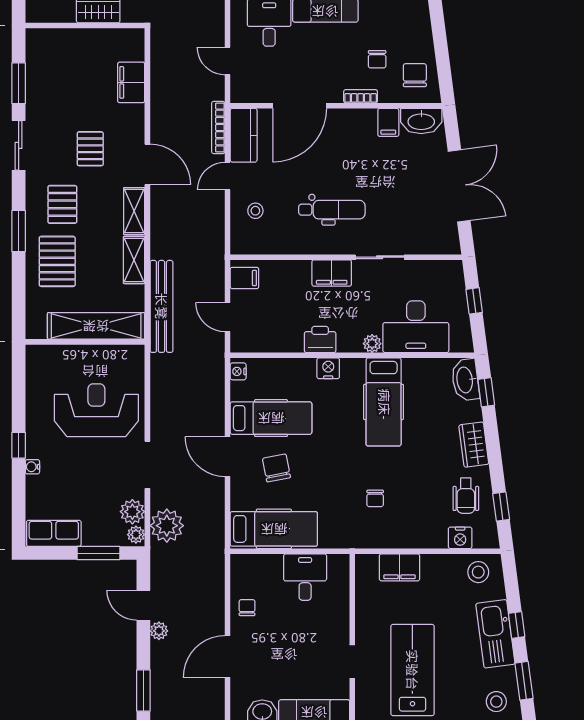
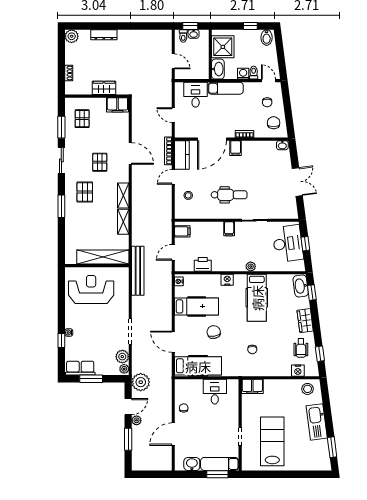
chair: (377, 59) -> (267, 102), moved
filing cabinet: (131, 82) -> (117, 105), moved, turned -90
washbasin: (421, 121) -> (282, 145), width x0.52, depth x0.69
filing cabinet: (388, 122) -> (236, 148), moved
door: (147, 164) -> (130, 153), moved
double door: (459, 186) -> (297, 182), width x0.73
pallet: (57, 261) -> (82, 119), moved, width x0.67, depth x0.71
filing cabinet: (332, 273) -> (229, 229), width x0.50
bench: (161, 306) -> (138, 271), moved
door: (228, 317) -> (173, 252), hinge flipped
desk: (416, 327) -> (288, 244), moved, turned -97
printer: (320, 340) -> (203, 264), moved
reception desk: (96, 410) -> (91, 289), moved
window: (19, 445) -> (61, 341), moved
door: (228, 457) -> (173, 342), moved
chair: (276, 468) -> (214, 332), moved
plant: (167, 526) -> (141, 382), moved
window: (98, 553) -> (91, 379), moved
filing cabinet: (400, 567) -> (252, 386), moved
door: (143, 605) -> (128, 407), swing flipped
window: (517, 625) -> (328, 417), removed
window: (143, 690) -> (128, 439), moved
stool: (496, 702) -> (317, 458), removed

